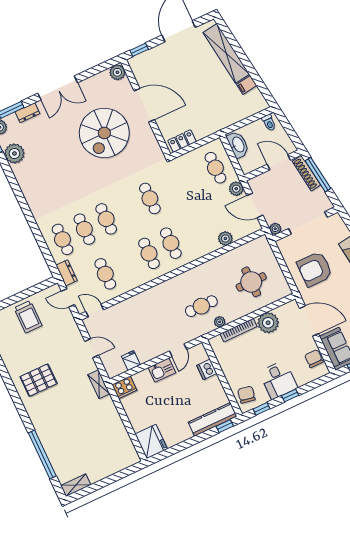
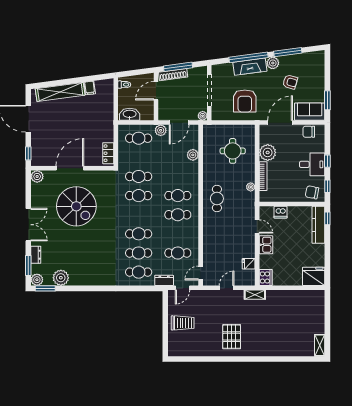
cafe table: (172, 188) -> (139, 176), added
cafe table: (201, 306) -> (217, 199), moved
window: (42, 454) -> (286, 359), removed

